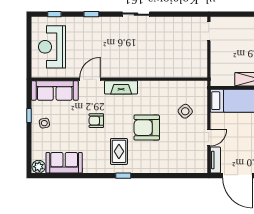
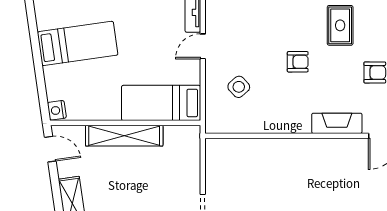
armchair: (147, 128) -> (298, 62), width x0.53, depth x0.53

